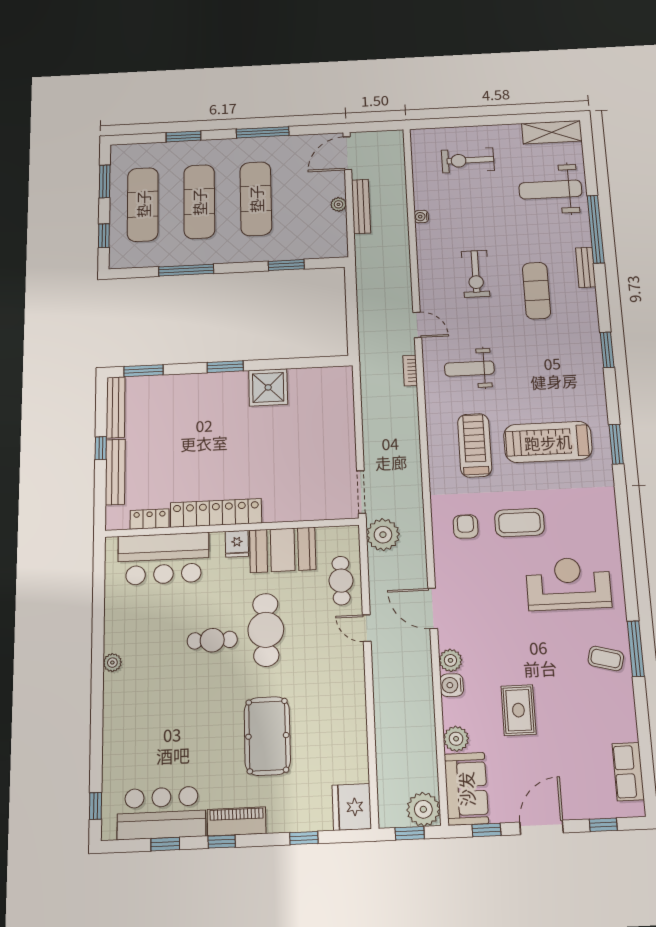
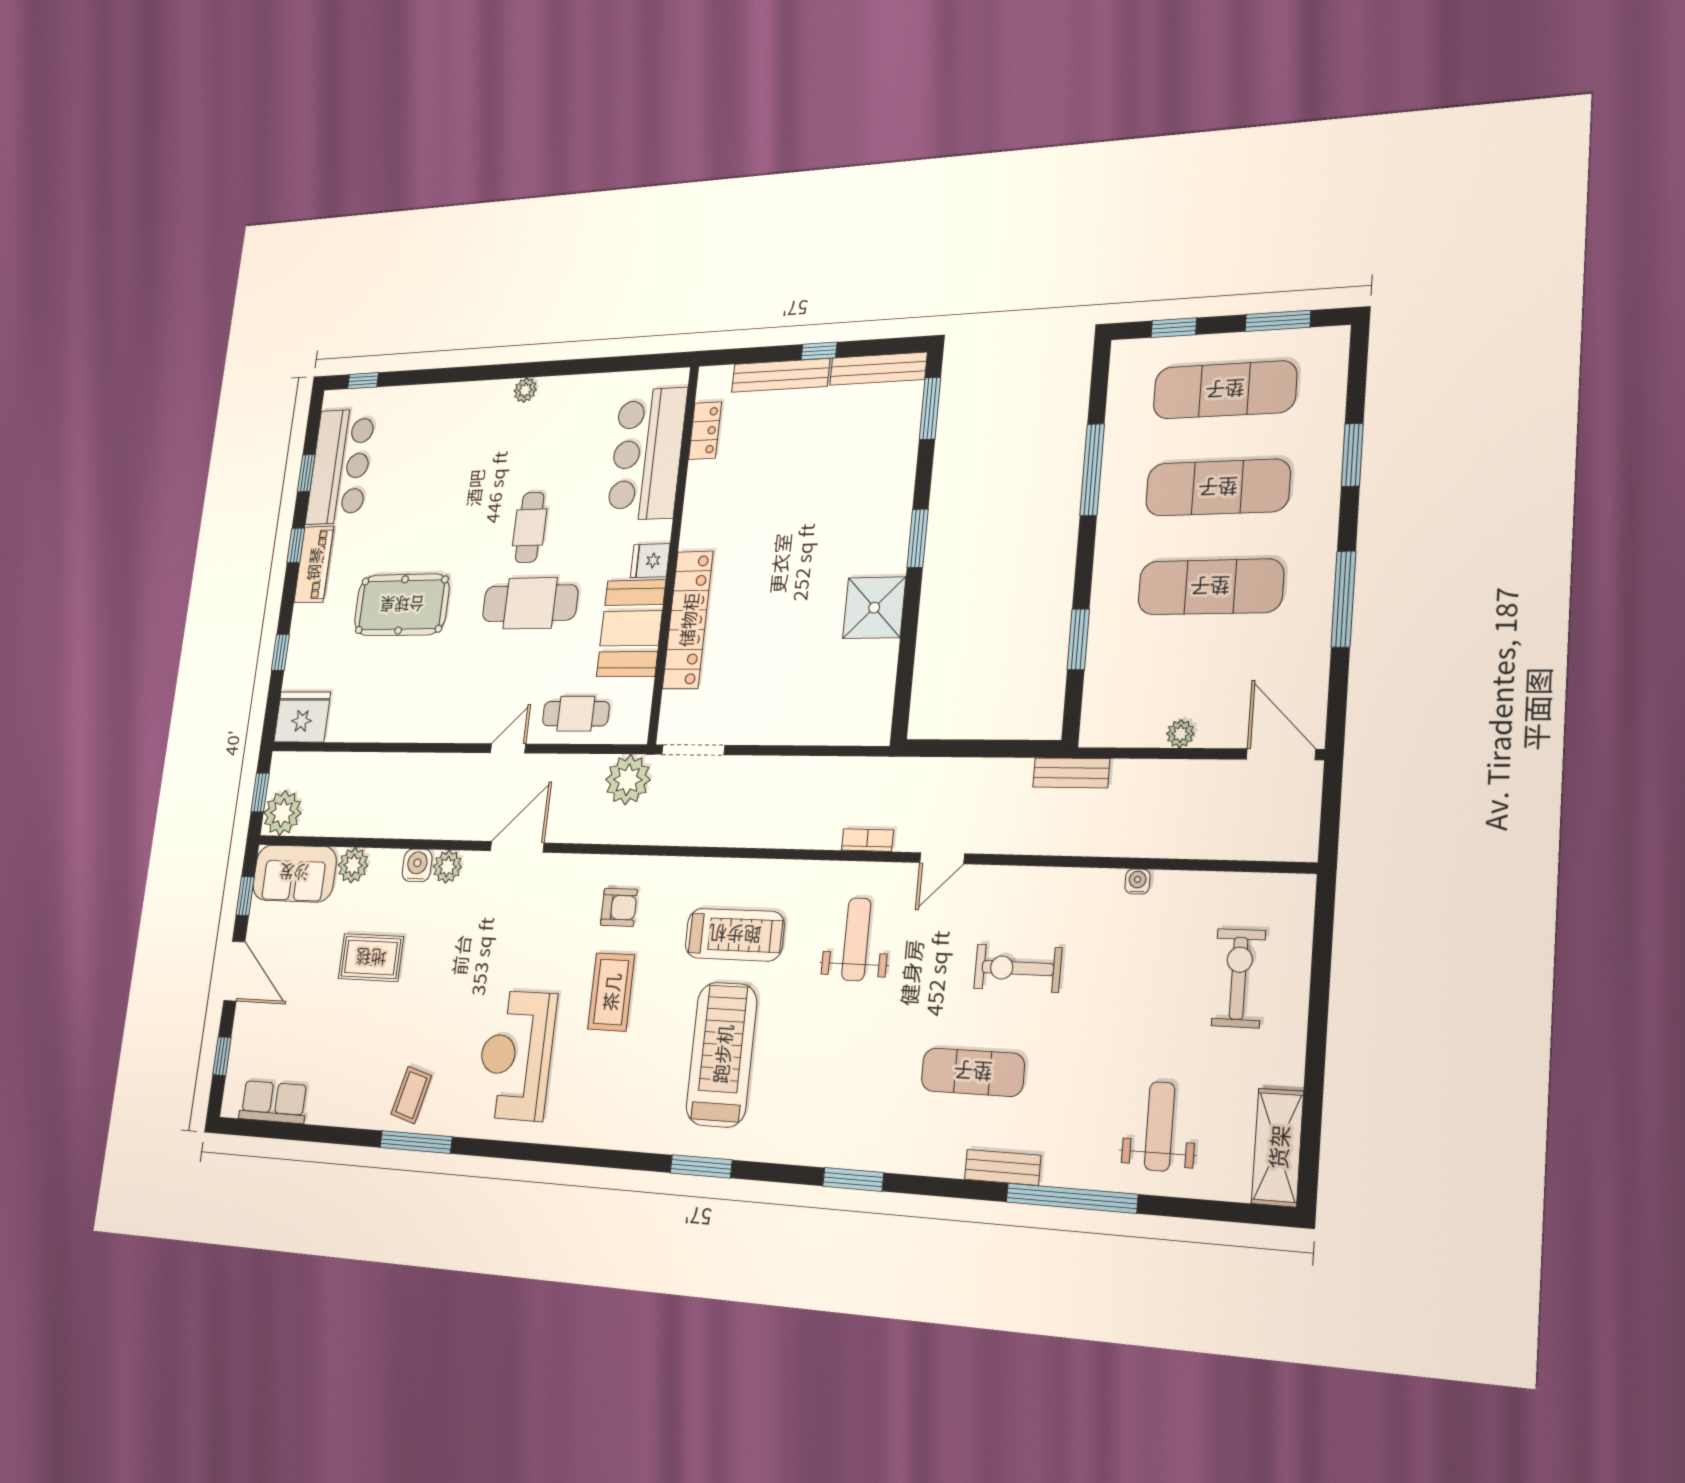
weight bench: (550, 190) -> (1160, 1126), width x0.73, depth x0.75
bench: (361, 206) -> (1071, 773), moved, width x0.73
locker: (216, 513) -> (688, 620), moved
reception desk: (568, 584) -> (516, 1055), turned 180

